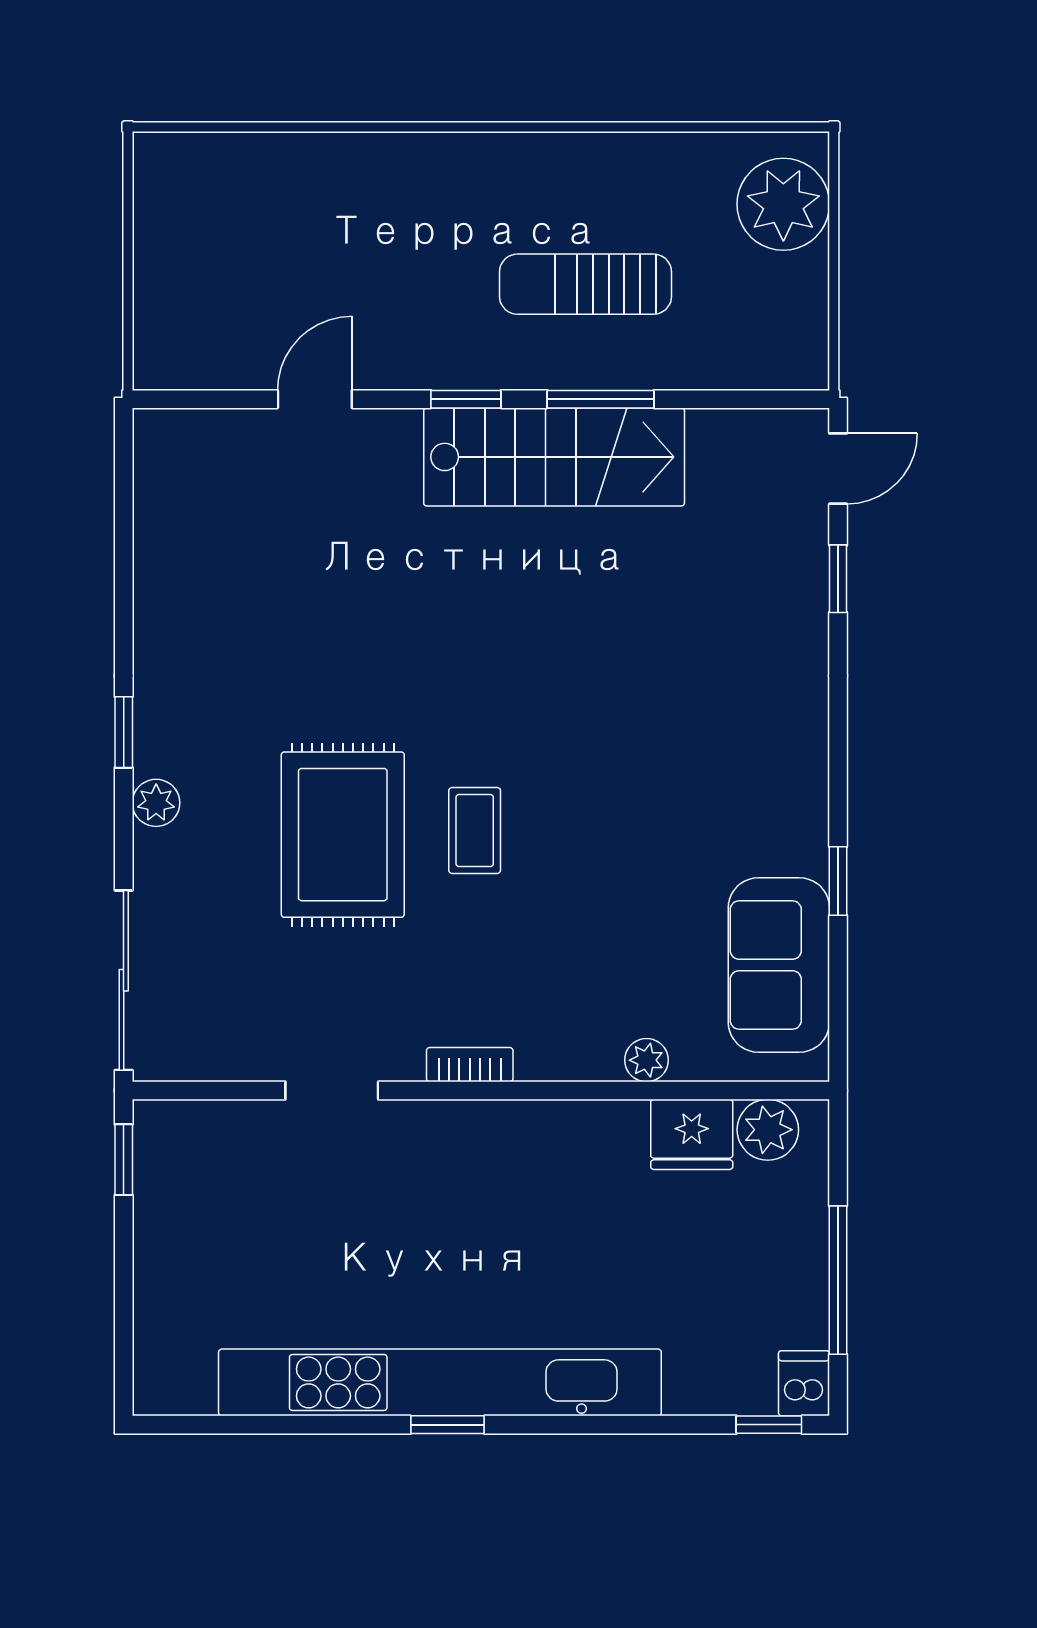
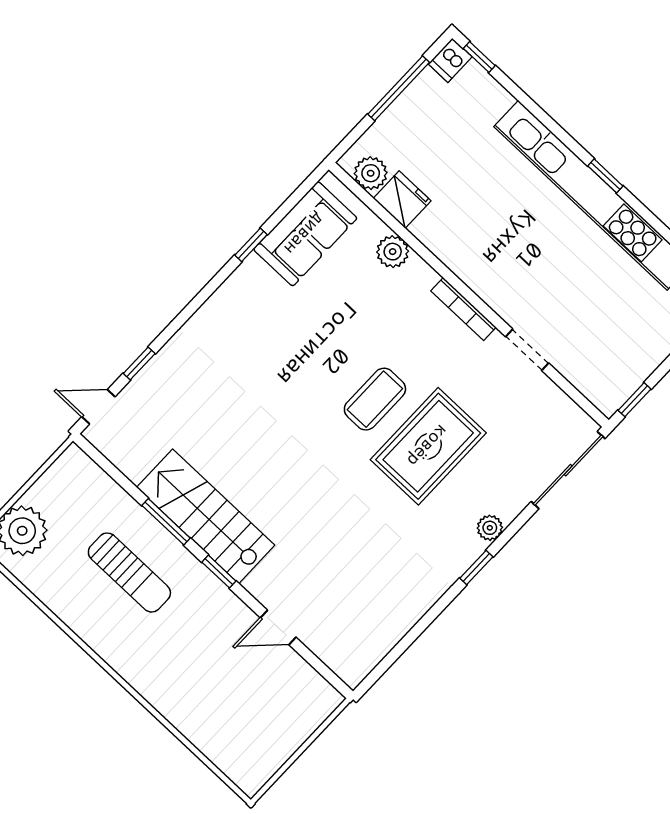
coffee table: (475, 830) -> (375, 399), width x1.36, depth x1.30
plant: (647, 1060) -> (393, 252), width x1.38, depth x1.38
bookcase: (470, 1065) -> (463, 309), width x1.56

